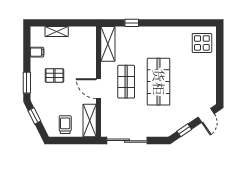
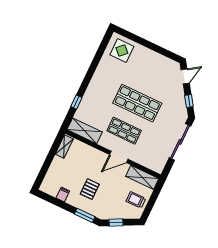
shelving: (57, 32) -> (64, 147), moved
door: (206, 115) -> (185, 76), hinge flipped
sliding door: (127, 141) -> (180, 142), moved

